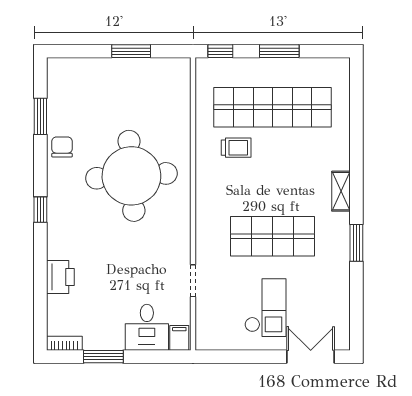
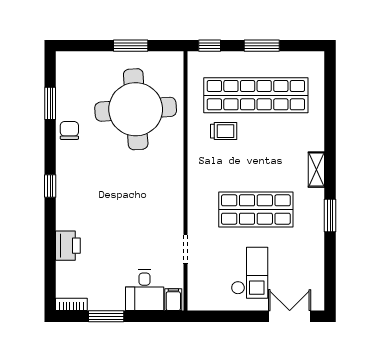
round table: (131, 176) -> (136, 109), moved

